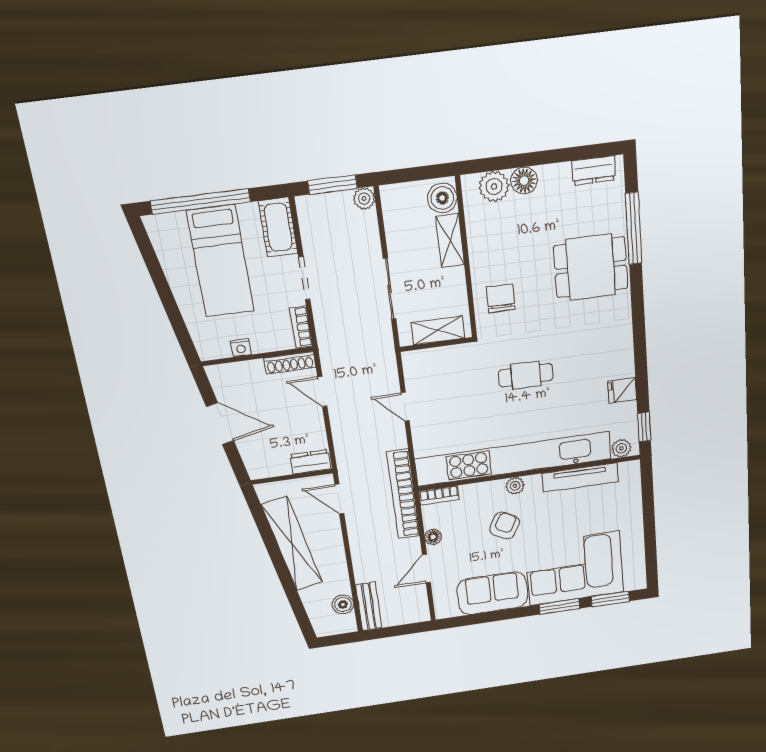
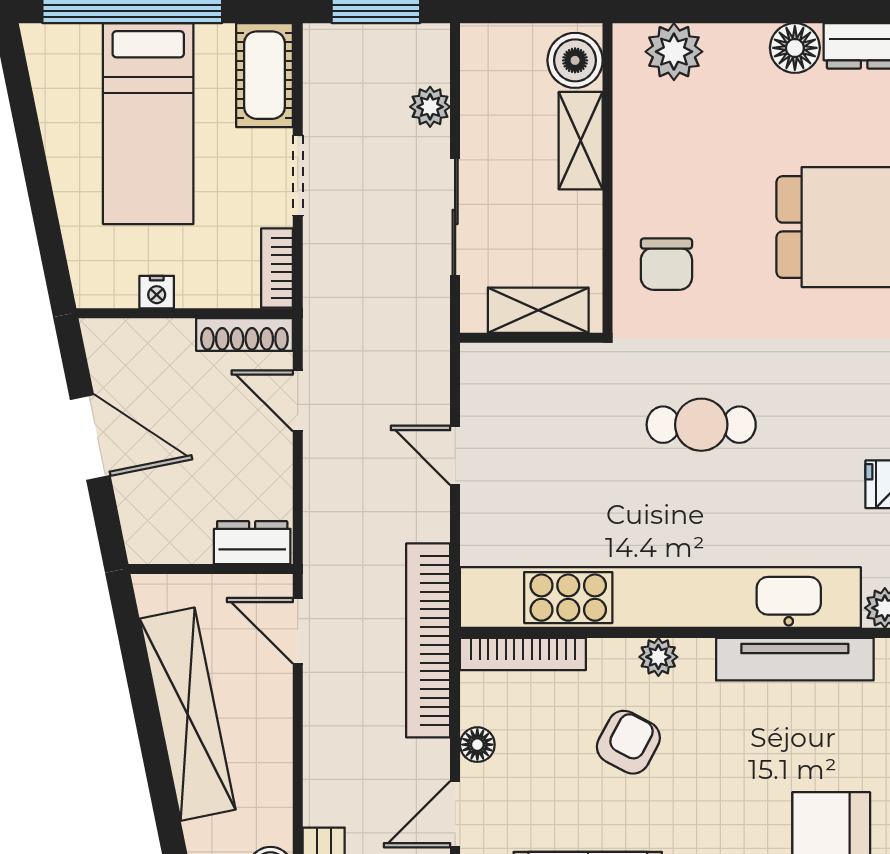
floor lamp: (524, 181) -> (795, 48), moved
plant: (364, 199) -> (430, 107), moved
chair: (501, 298) -> (666, 264), turned 180
bookcase: (439, 495) -> (523, 654), width x1.56

